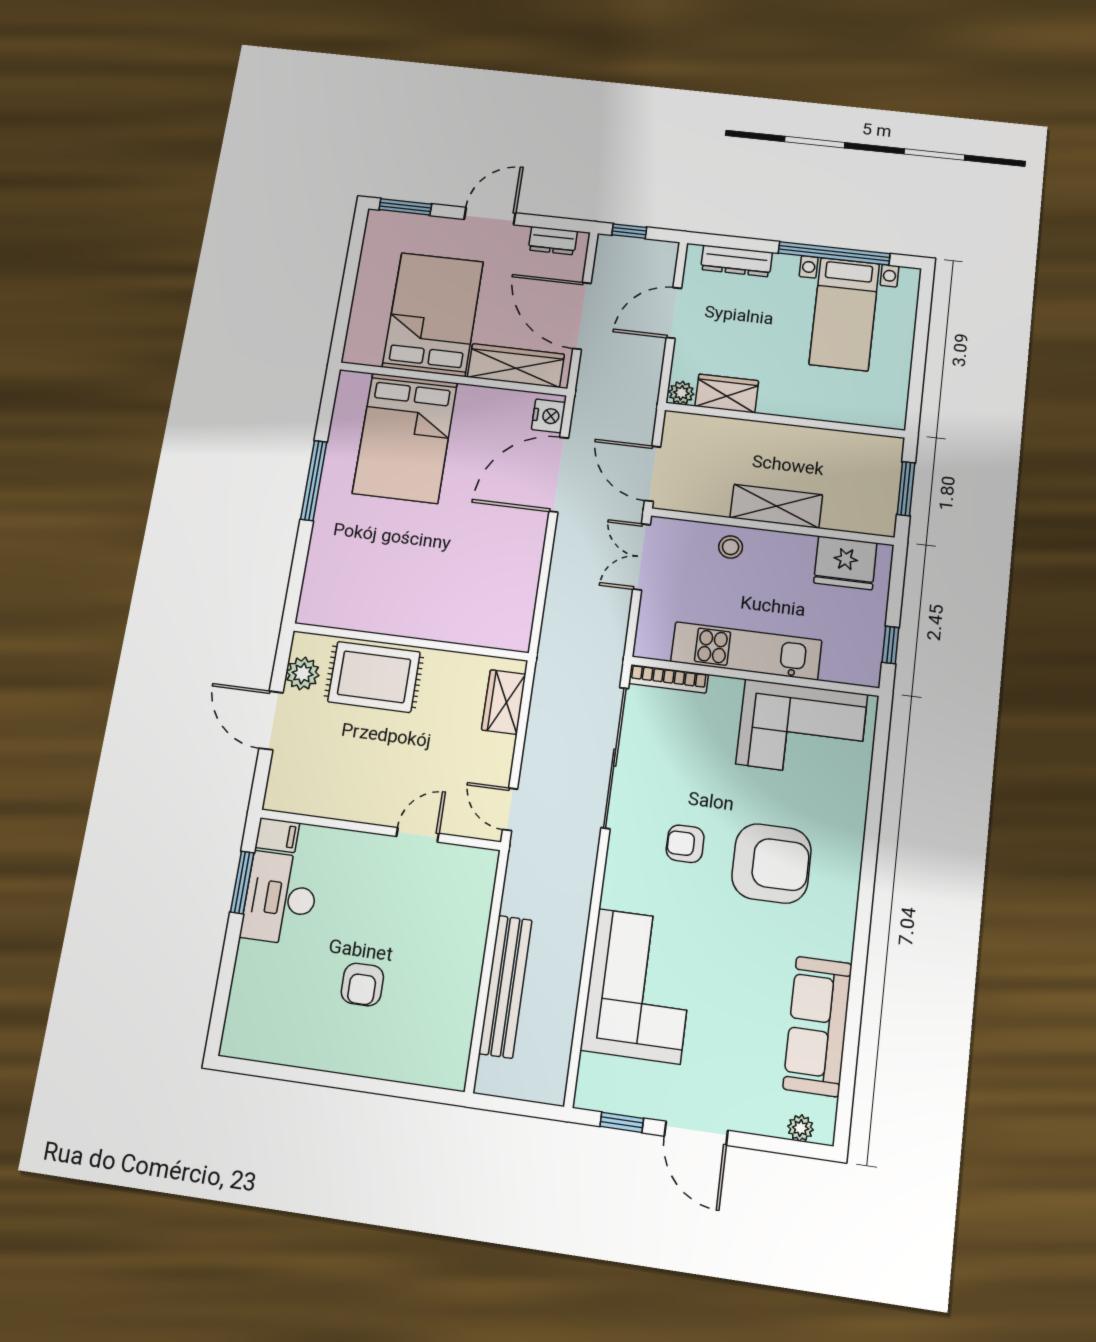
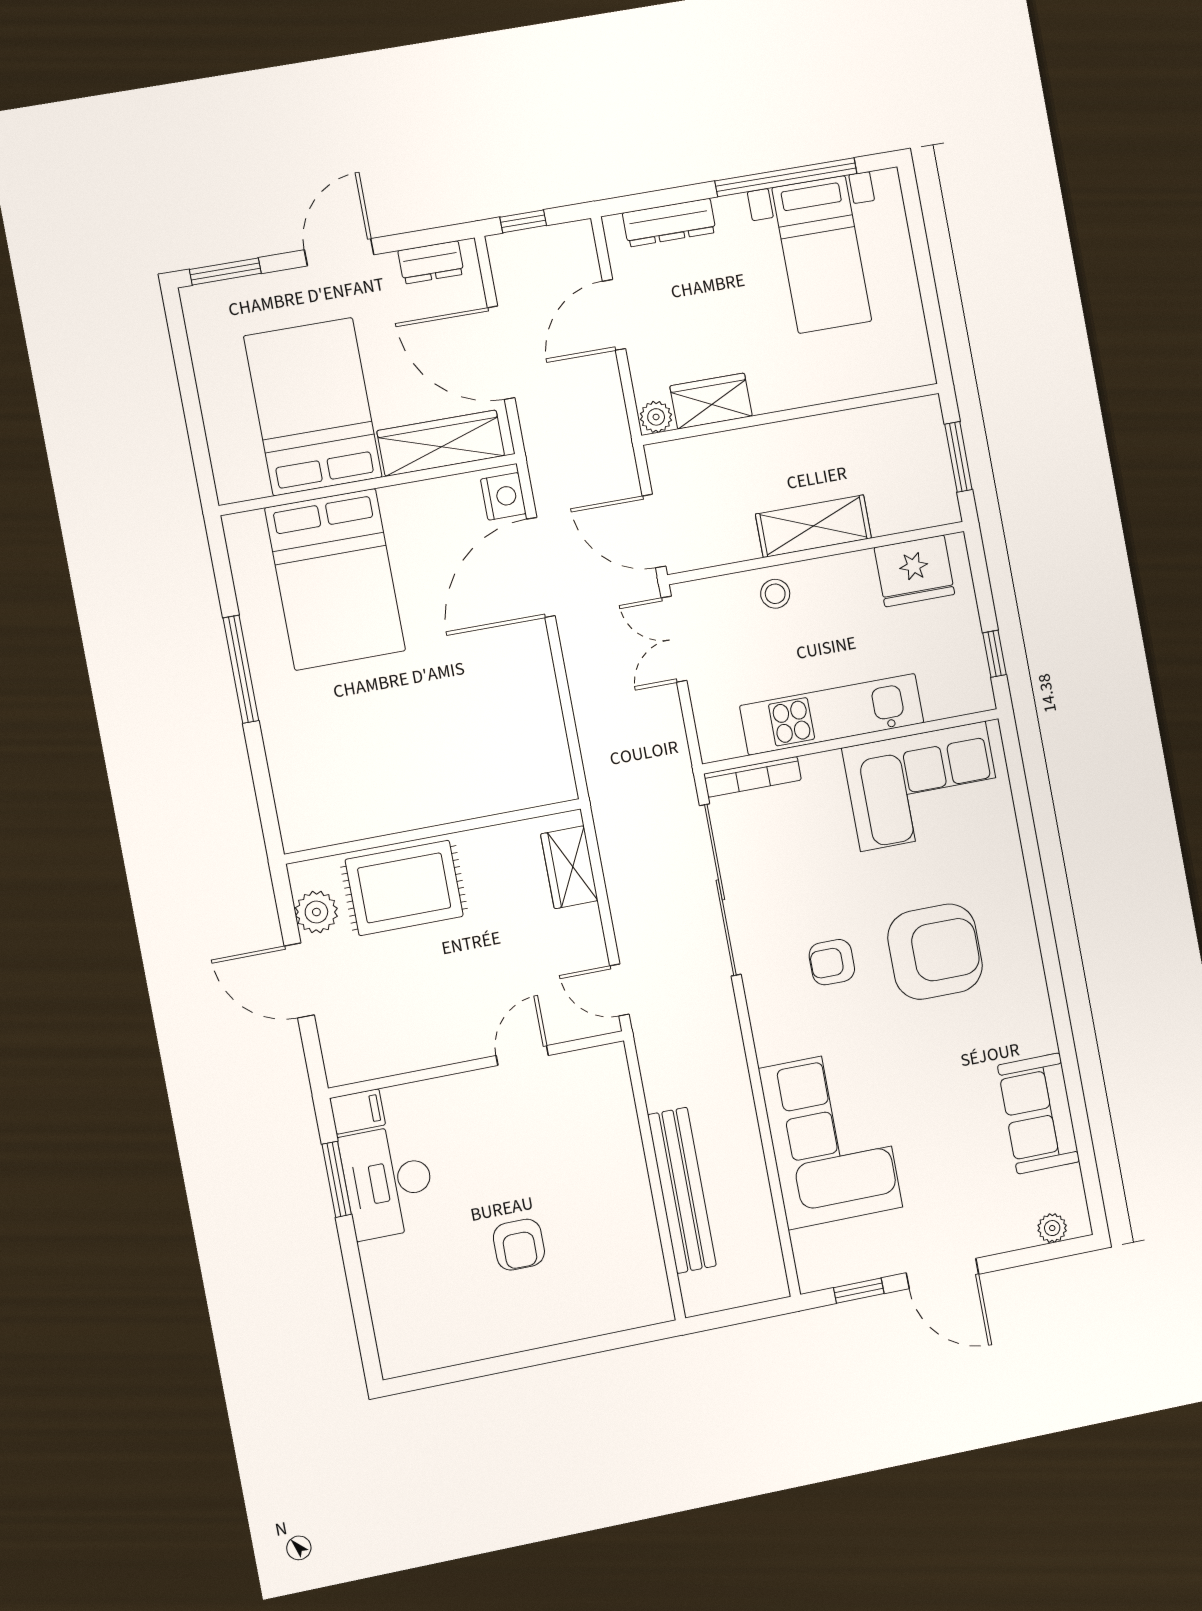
sofa: (818, 1026) -> (1039, 1113), width x0.73

